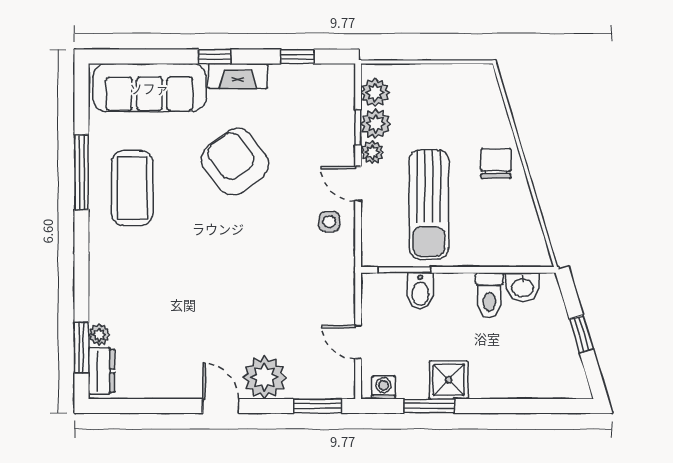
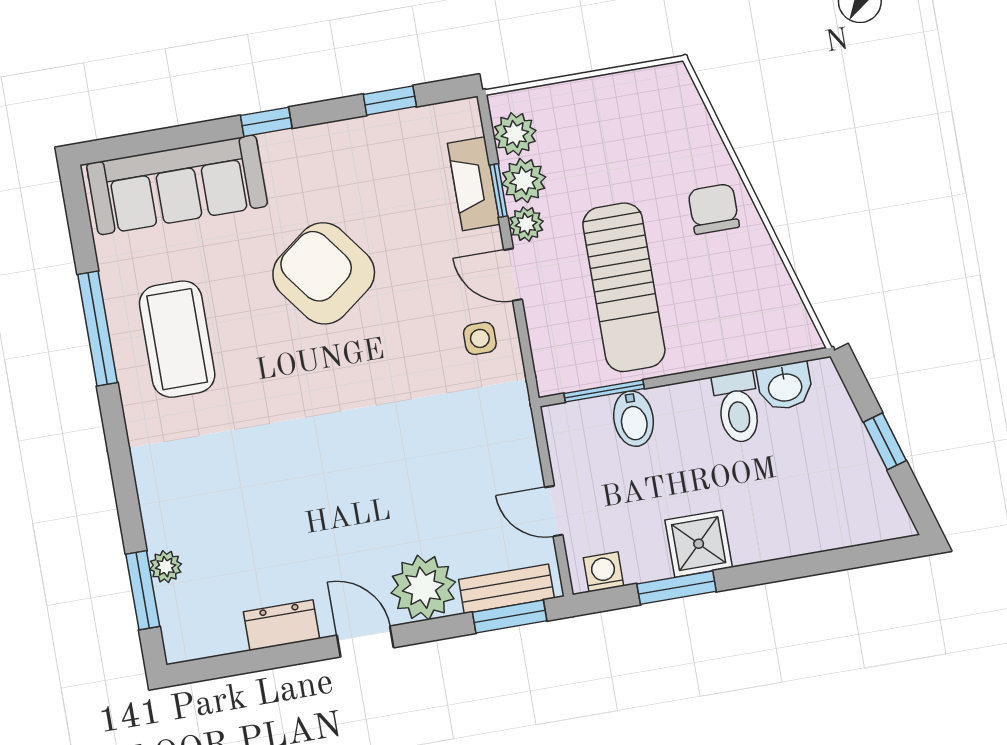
fireplace: (238, 76) -> (474, 184), moved, turned 90
dresser: (102, 371) -> (282, 625), moved, turned -90
bench: (318, 388) -> (506, 589), added

